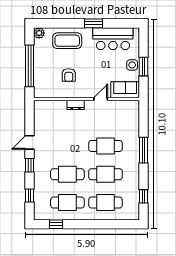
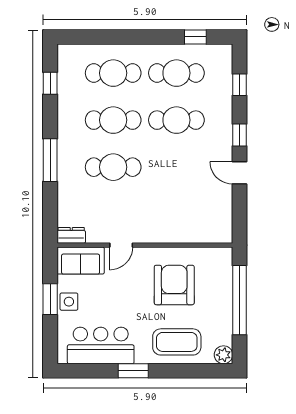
armchair: (69, 75) -> (174, 285), width x1.88, depth x1.88
dresser: (76, 105) -> (71, 235), moved
door: (29, 142) -> (239, 173), swing flipped

